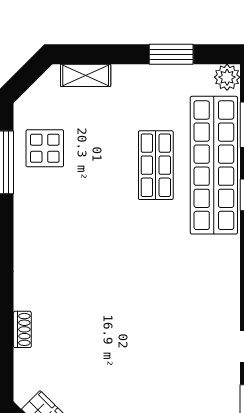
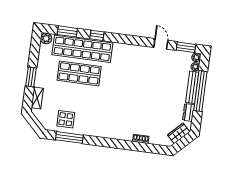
window: (171, 54) -> (31, 77), moved
shop shelf: (156, 165) -> (79, 73), width x1.43, depth x1.36

